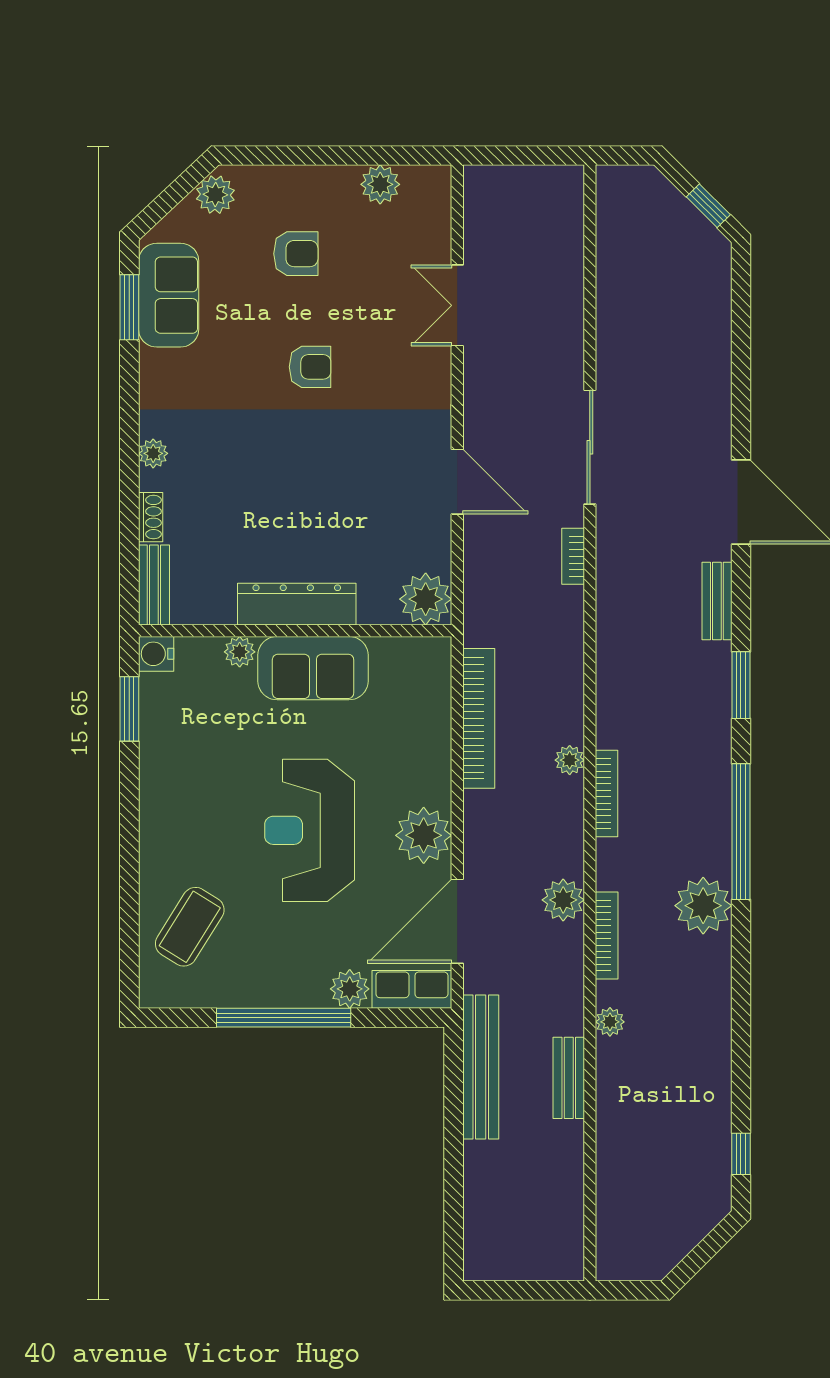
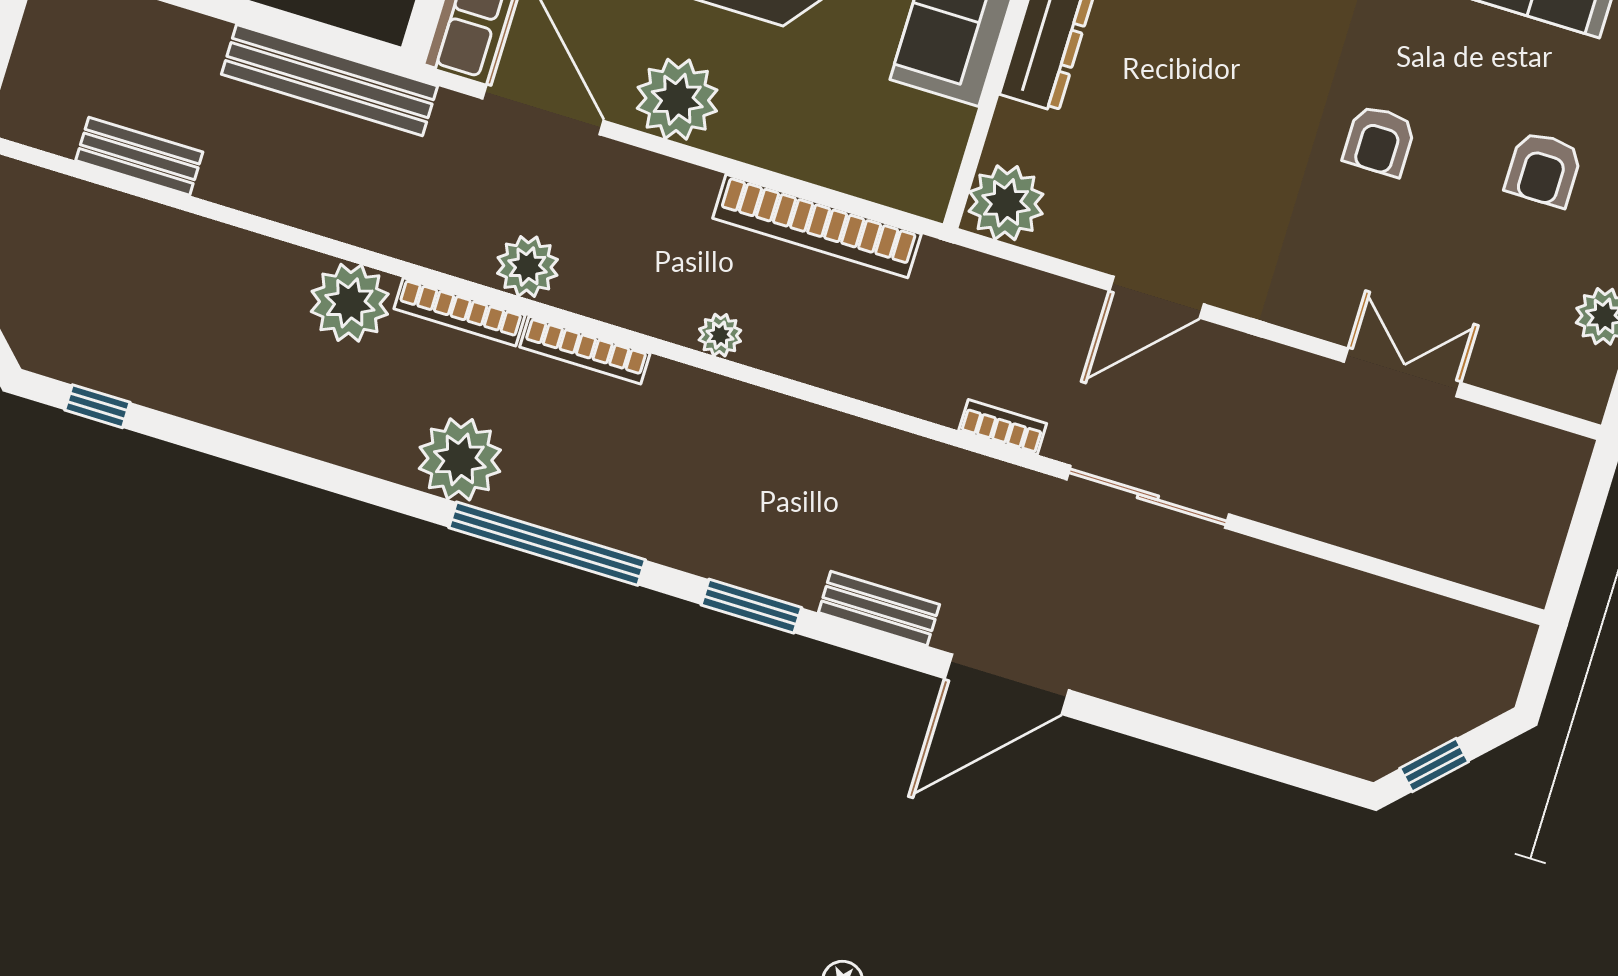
bookcase: (607, 793) -> (585, 350), moved
plant: (610, 1022) -> (350, 303), width x1.87, depth x1.87
bench: (569, 1078) -> (139, 156), moved

